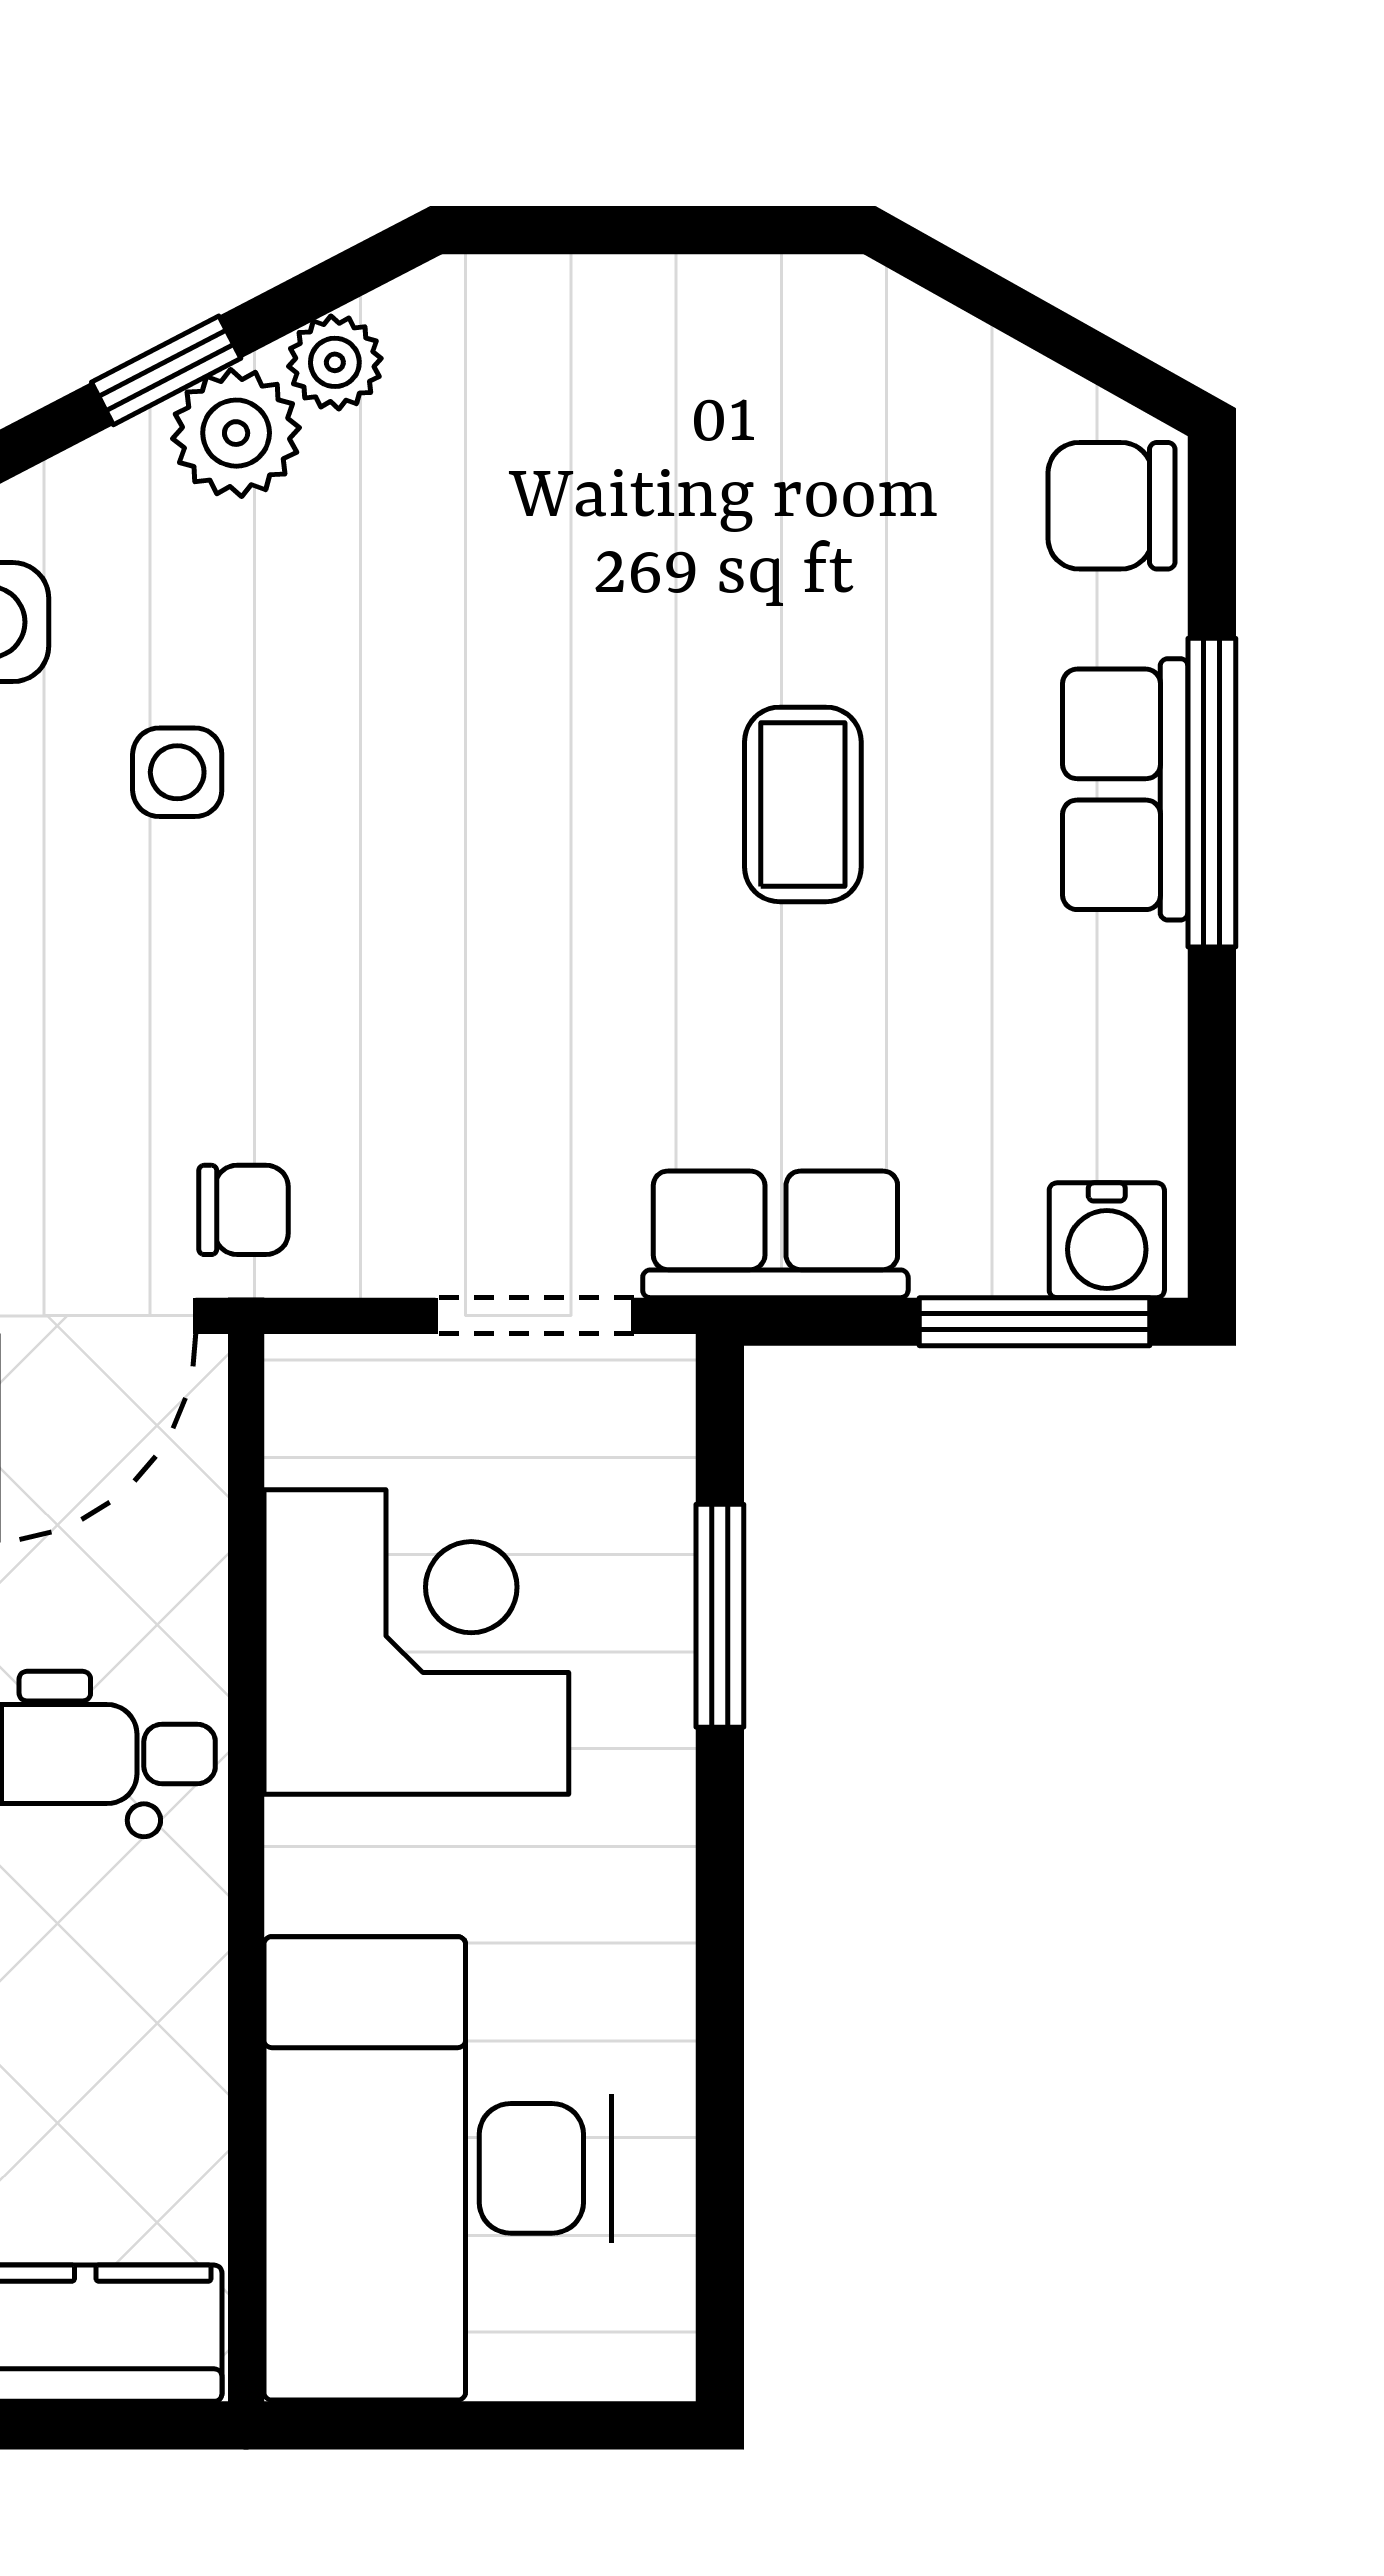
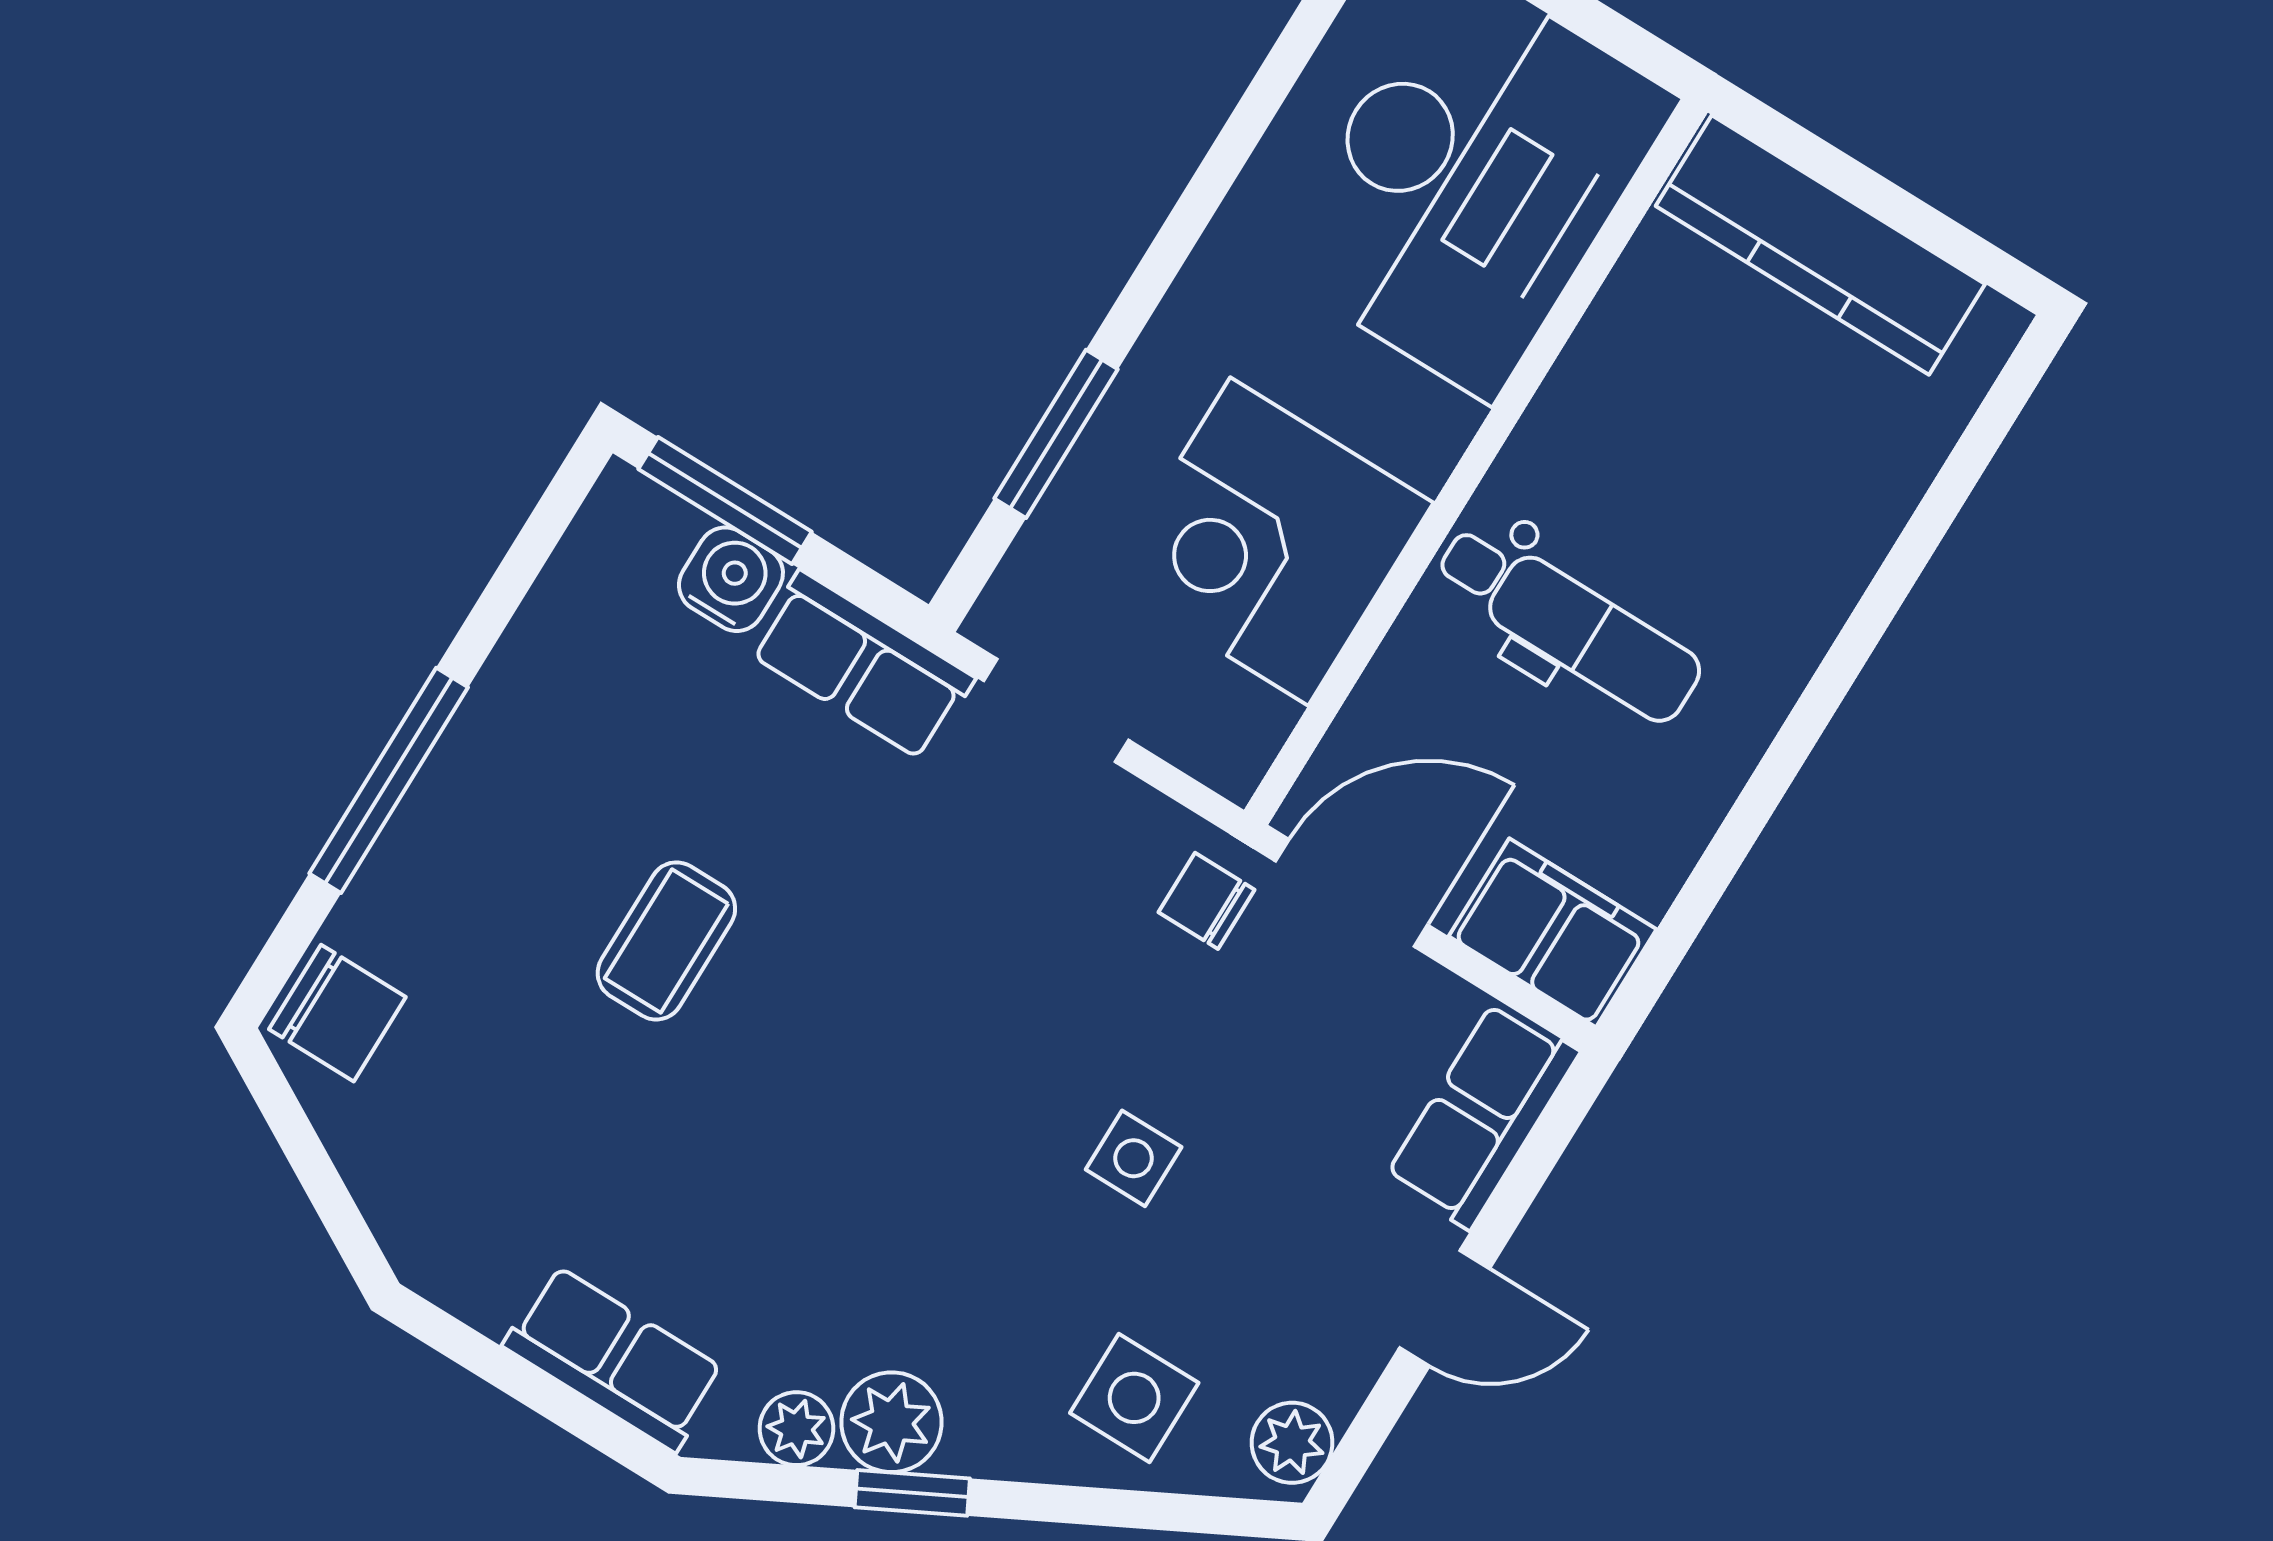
side table: (177, 772) -> (1134, 1158), moved
row of seats: (1125, 789) -> (614, 1358), moved, turned -90
water cooler: (1107, 1240) -> (731, 579), moved

